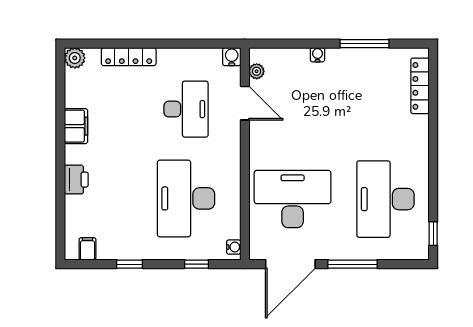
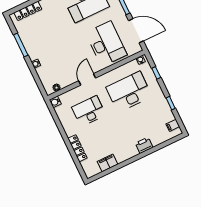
plant: (75, 58) -> (90, 172), removed
door: (245, 103) -> (87, 79), moved
filing cabinet: (76, 126) -> (108, 163), moved
desk: (186, 198) -> (129, 92), turned 180
desk: (293, 199) -> (106, 44), turned 180

